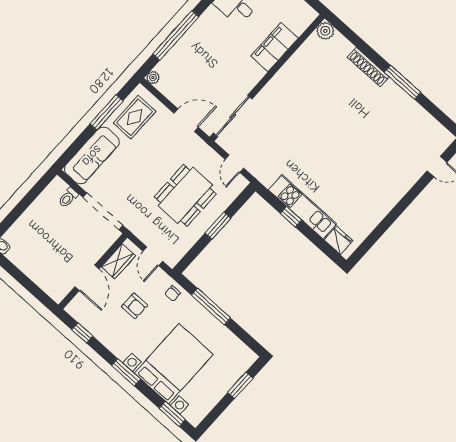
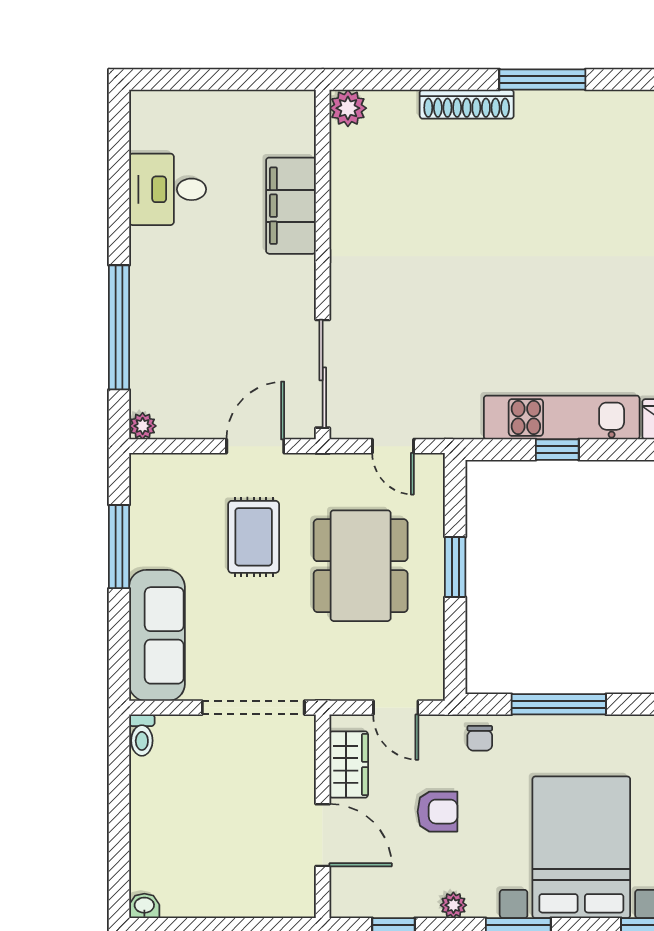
rug: (135, 117) -> (254, 537), moved
toilet: (68, 198) -> (142, 735), moved
plant: (111, 344) -> (453, 905), added

